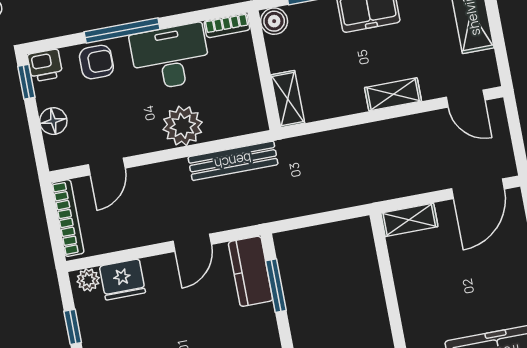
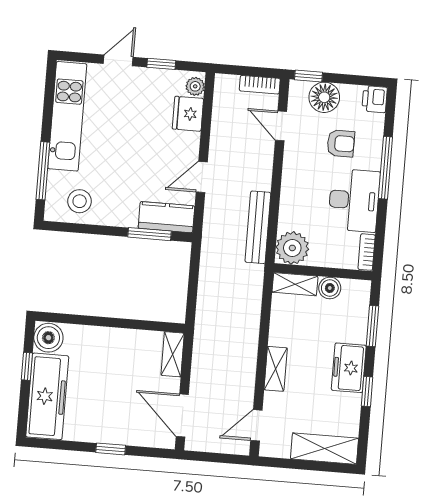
boiler: (274, 21) -> (330, 288), moved
armchair: (96, 62) -> (341, 143), moved, turned -90
window: (26, 82) -> (308, 76), moved
floor lamp: (53, 121) -> (324, 97), width x1.38, depth x1.38
plant: (183, 126) -> (292, 248), moved
bookcase: (68, 218) -> (260, 85), width x0.64
door: (192, 243) -> (202, 177), hinge flipped

